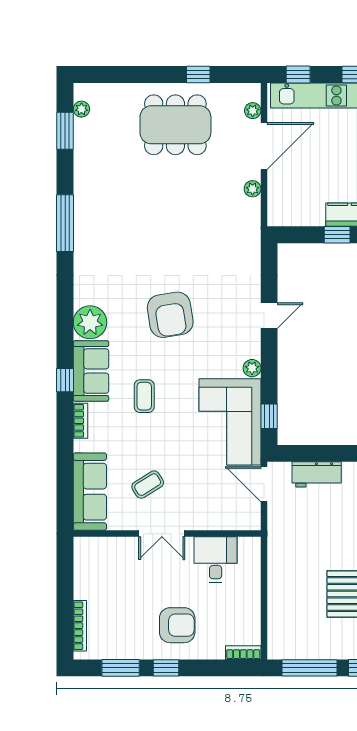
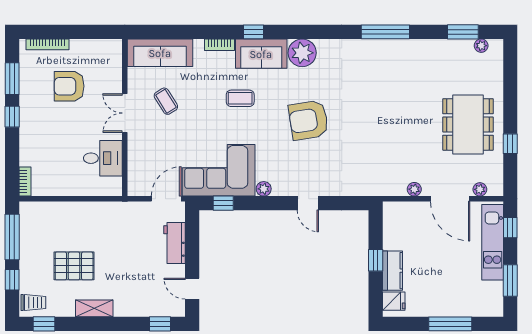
armchair: (177, 625) -> (69, 86), moved, turned 90

